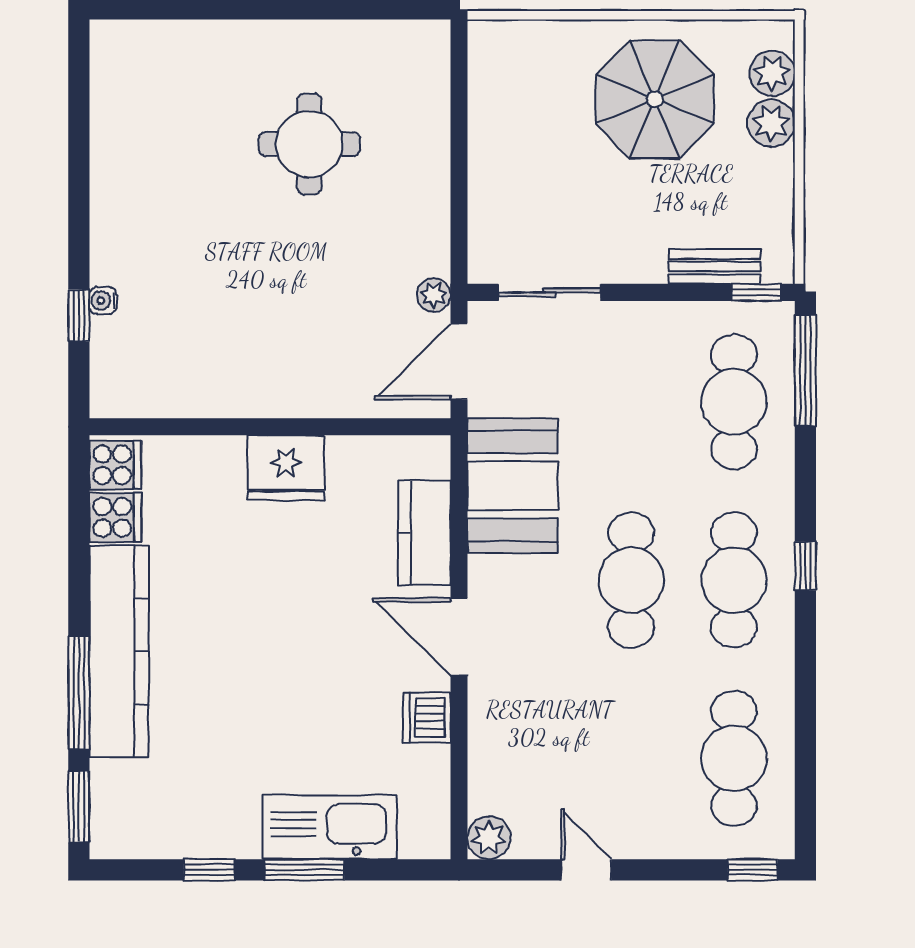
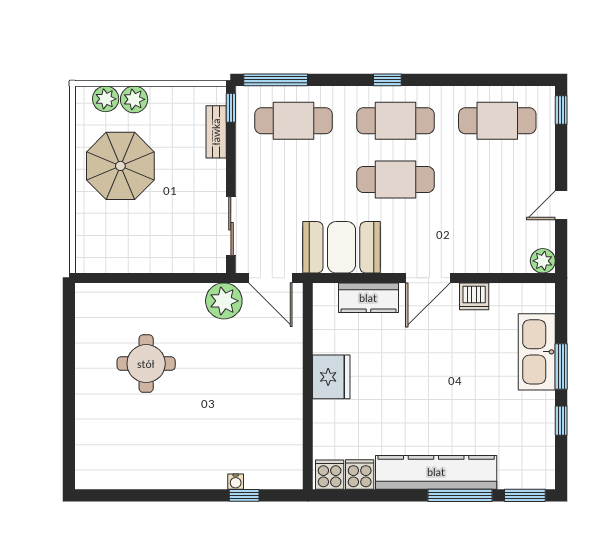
plant: (434, 295) -> (224, 301), width x1.87, depth x1.87

